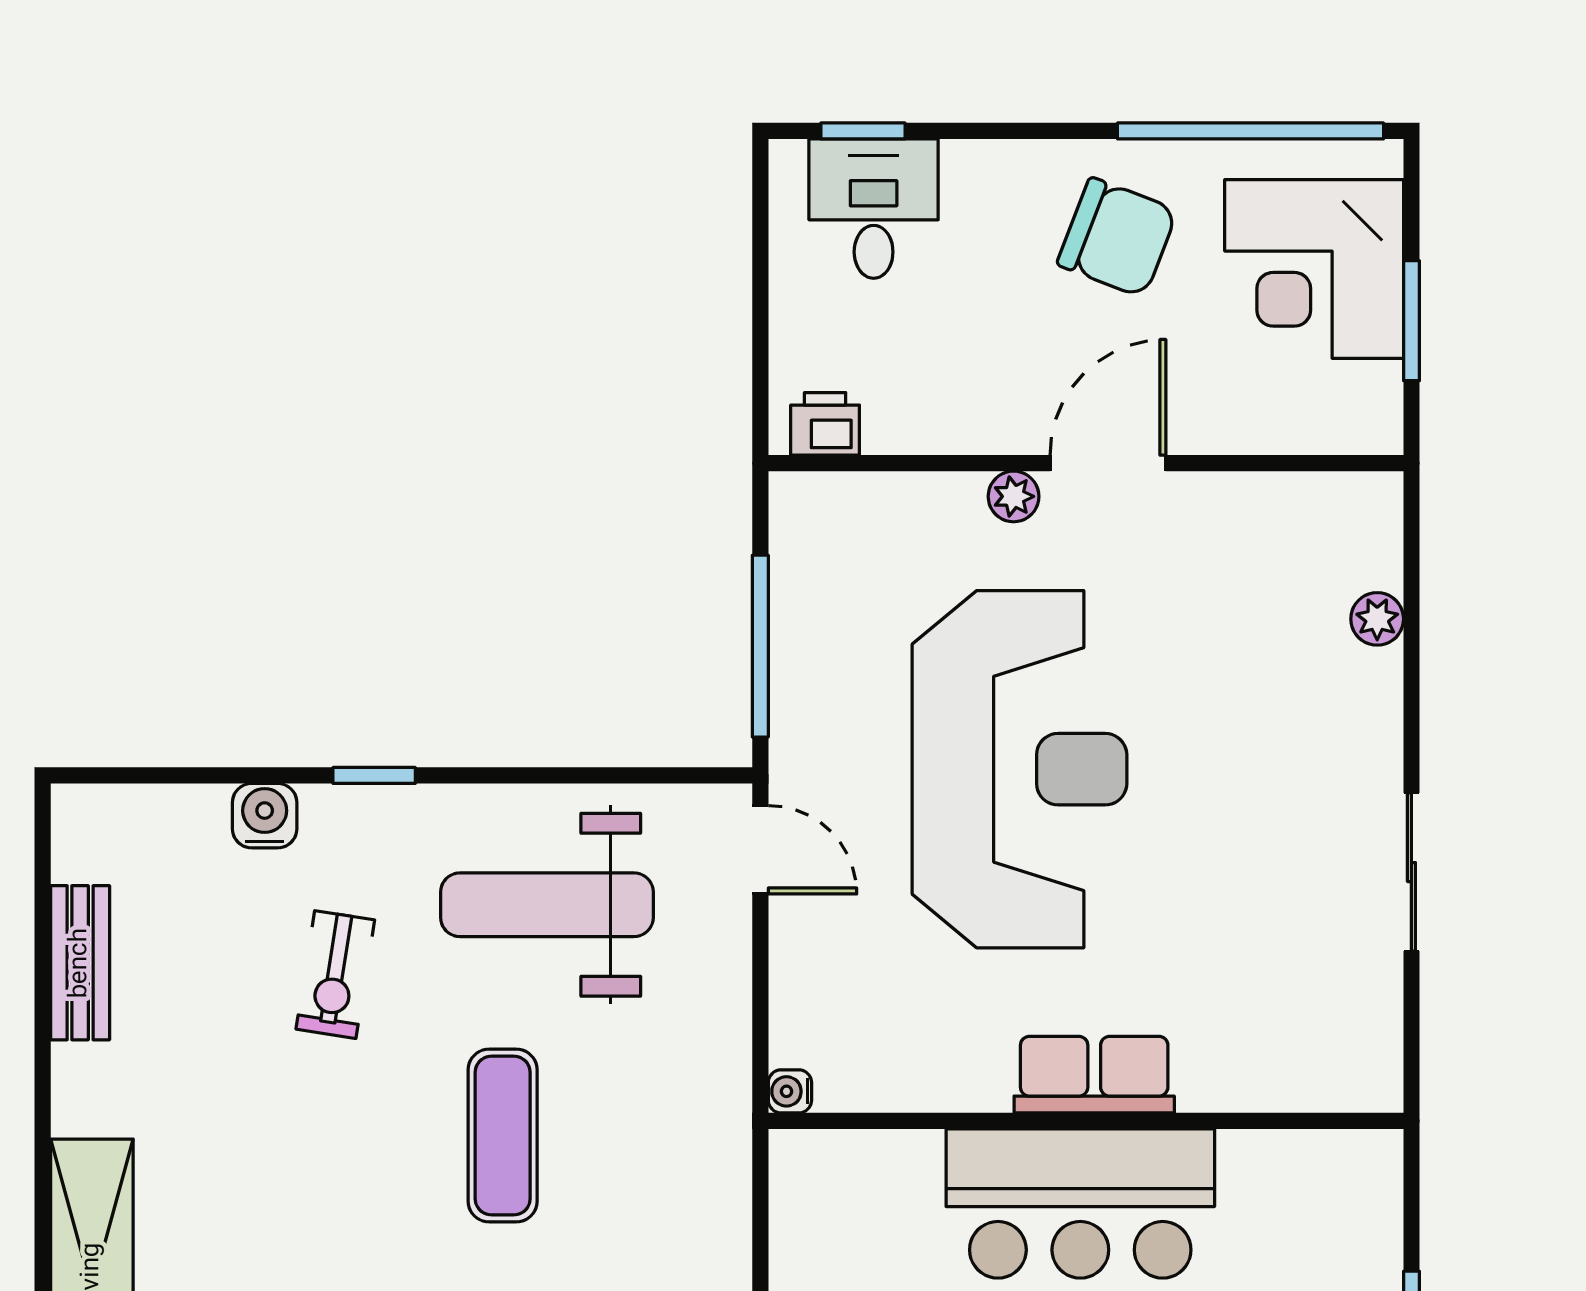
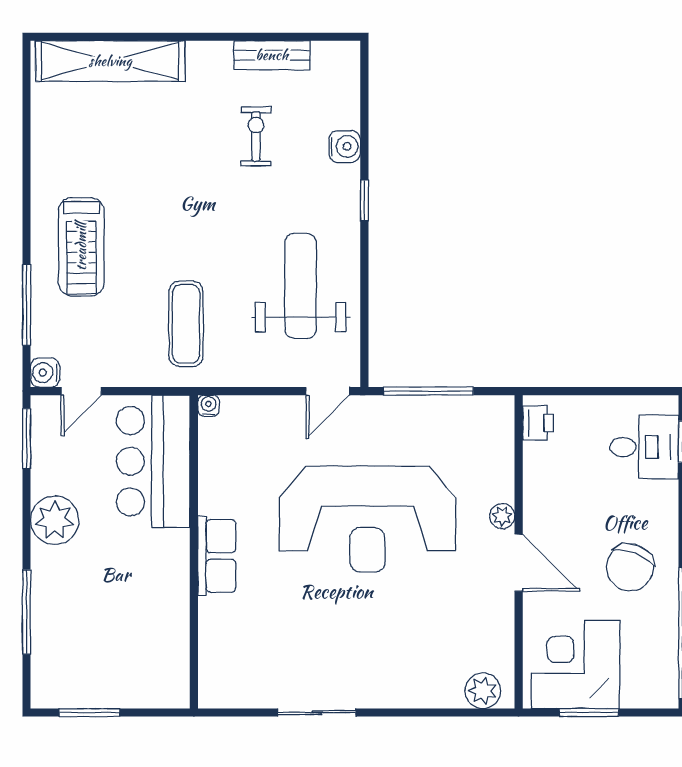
corner desk: (1314, 269) -> (576, 664), moved
plant: (1377, 619) -> (483, 691), moved, width x1.38, depth x1.38
exercise bike: (335, 975) -> (256, 136), moved, turned 81
exercise mat: (503, 1136) -> (186, 324), moved, turned 90
bar counter: (1080, 1204) -> (153, 461), moved

